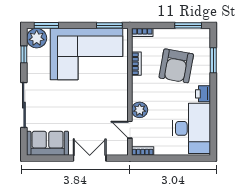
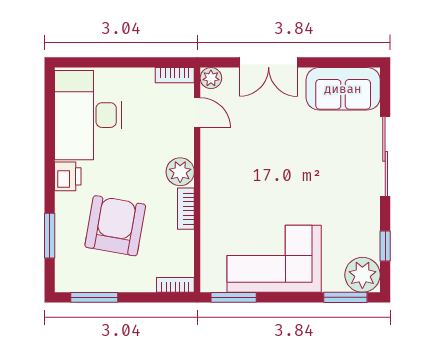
corner sofa: (87, 54) -> (274, 259), width x0.73, depth x0.74
bookcase: (136, 64) -> (186, 209), moved
plant: (140, 110) -> (180, 172), moved
plant: (122, 149) -> (211, 78), added

